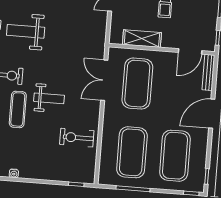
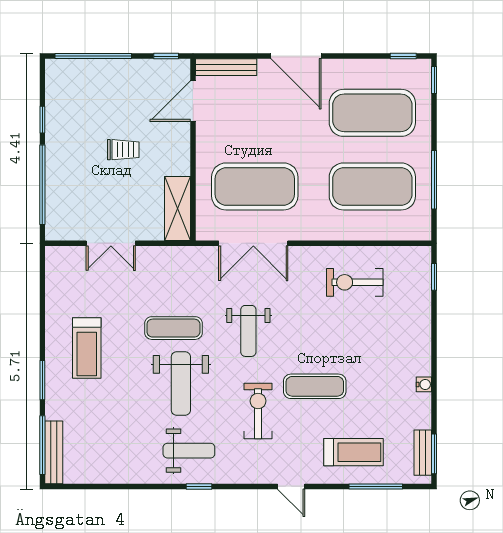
exercise mat: (58, 30) -> (173, 328), added
shelving: (142, 39) -> (178, 208), moved
door: (190, 51) -> (193, 101), swing flipped
weight bench: (49, 98) -> (248, 331), moved, turned 180
exercise bike: (77, 138) -> (355, 282), turned 90

